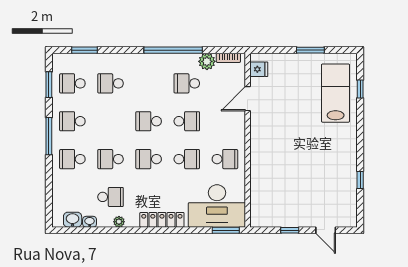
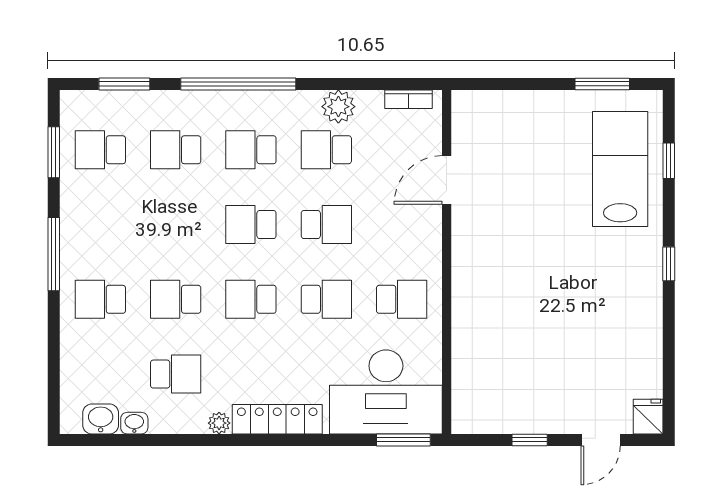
window: (173, 50) -> (238, 84), moved
window: (310, 50) -> (602, 84), moved
plant: (207, 61) -> (338, 107), moved
fridge: (259, 69) -> (648, 417), moved, turned -90
school desk: (72, 121) -> (251, 150), moved
window: (360, 180) -> (669, 264), moved
plant: (119, 222) -> (219, 423), moved
door: (326, 230) -> (601, 440), hinge flipped

